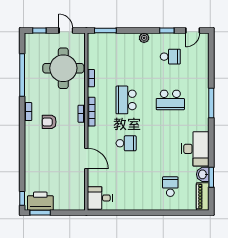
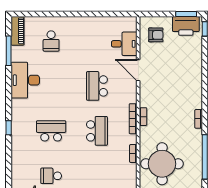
window: (211, 103) -> (9, 128), width x0.46
armchair: (49, 122) -> (156, 35), moved
school desk: (126, 143) -> (97, 86), width x1.85
washbasin: (203, 174) -> (17, 54), removed
window: (211, 177) -> (9, 51), width x1.44
desk: (100, 198) -> (124, 44), moved

